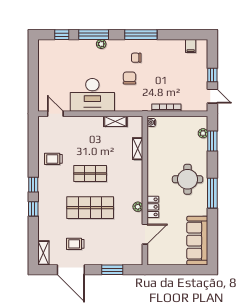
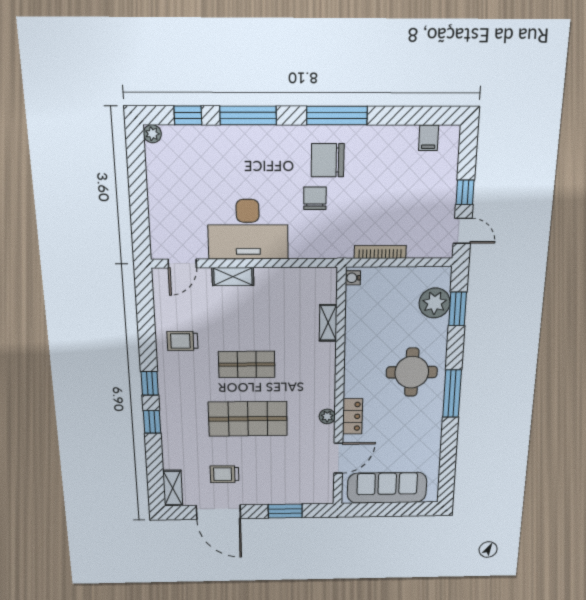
plant: (101, 44) -> (152, 134), moved
chair: (136, 58) -> (328, 160), width x1.87, depth x1.87
door: (55, 114) -> (182, 263), swing flipped
shelving: (115, 121) -> (233, 277), moved
plant: (203, 133) -> (435, 303), width x1.88, depth x1.88
sofa: (197, 241) -> (387, 488), moved, turned 90

